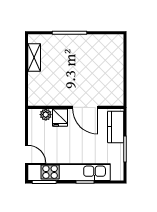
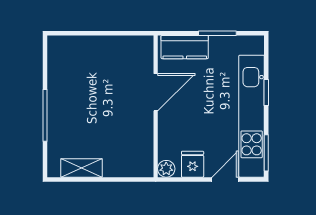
plant: (46, 115) -> (166, 169), moved
fridge: (60, 118) -> (193, 164), moved, turned -90

